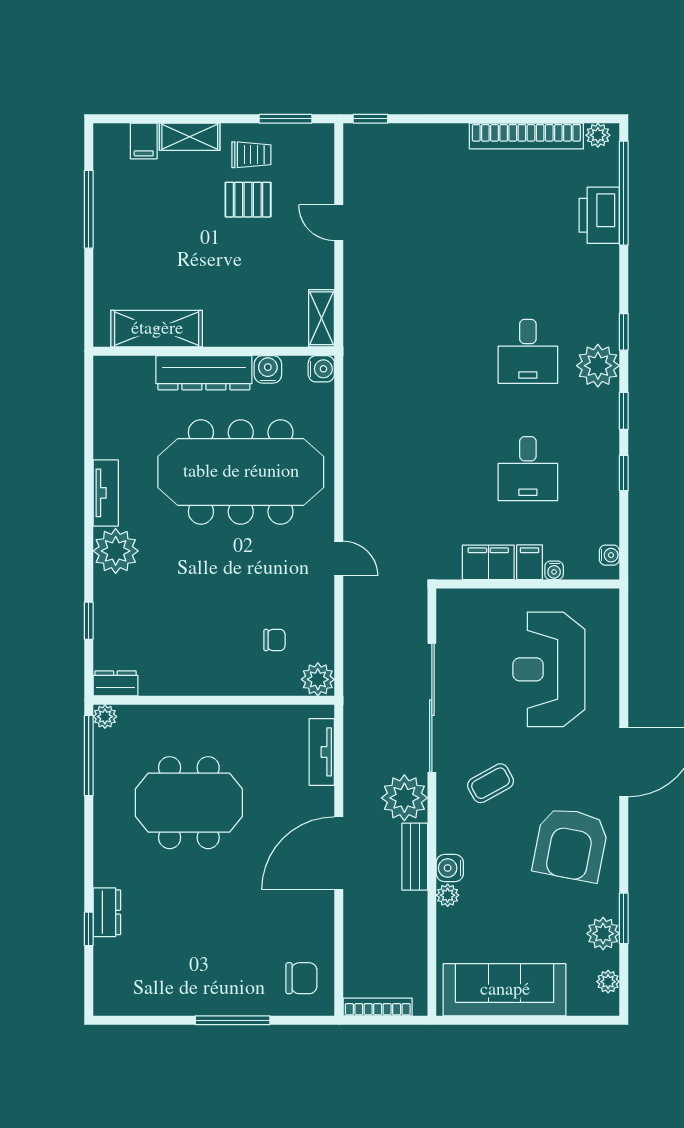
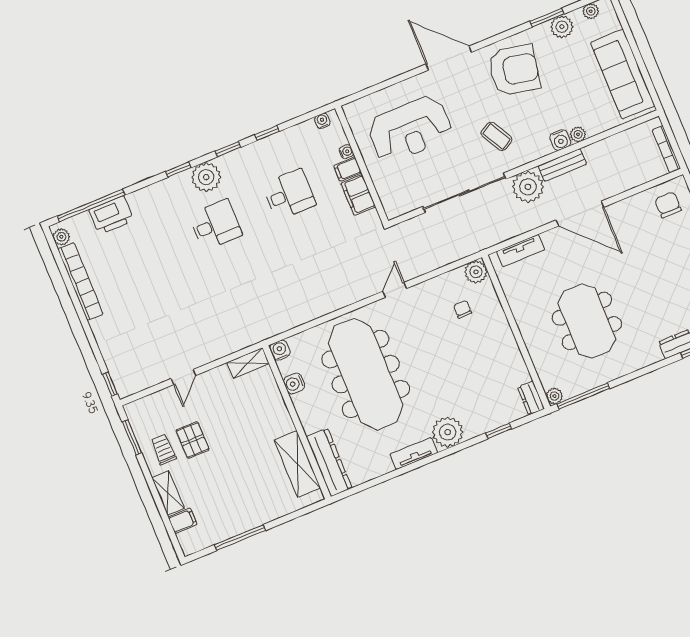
dresser: (204, 373) -> (329, 462), moved

